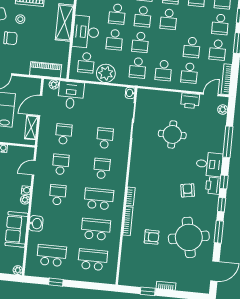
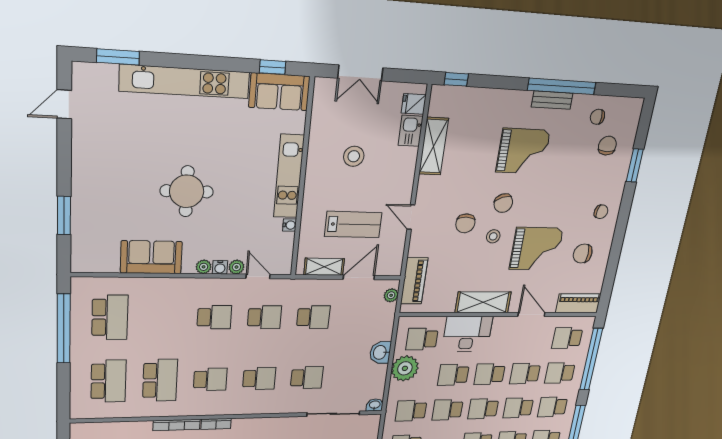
desk: (71, 95) -> (374, 322), removed
door: (40, 105) -> (359, 277), hinge flipped
school desk: (99, 199) -> (210, 379), width x0.54
washbasin: (36, 223) -> (380, 352), moved, turned 90
plant: (18, 270) -> (236, 267), moved
window: (56, 282) -> (64, 329), width x3.17

